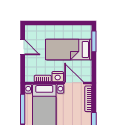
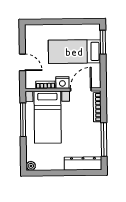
door: (23, 47) -> (22, 62), moved
door: (74, 83) -> (81, 89), hinge flipped

